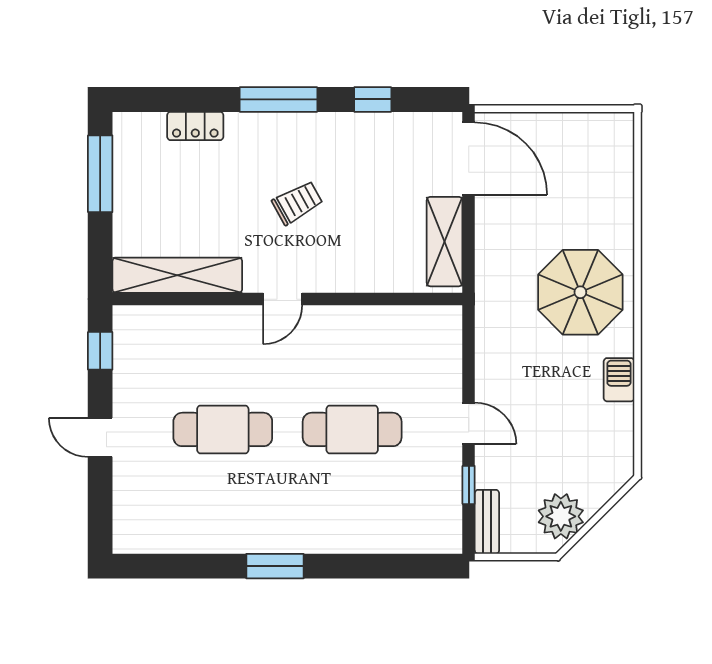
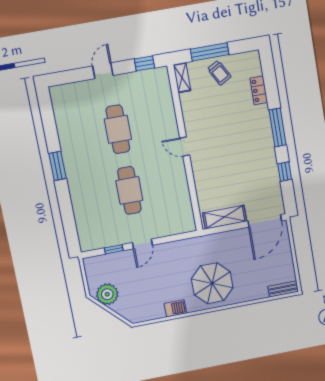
window: (100, 174) -> (210, 52), moved
trolley: (297, 203) -> (219, 73), moved
shelving: (177, 275) -> (182, 78), width x0.45, depth x0.75
bench: (487, 522) -> (283, 289), moved

